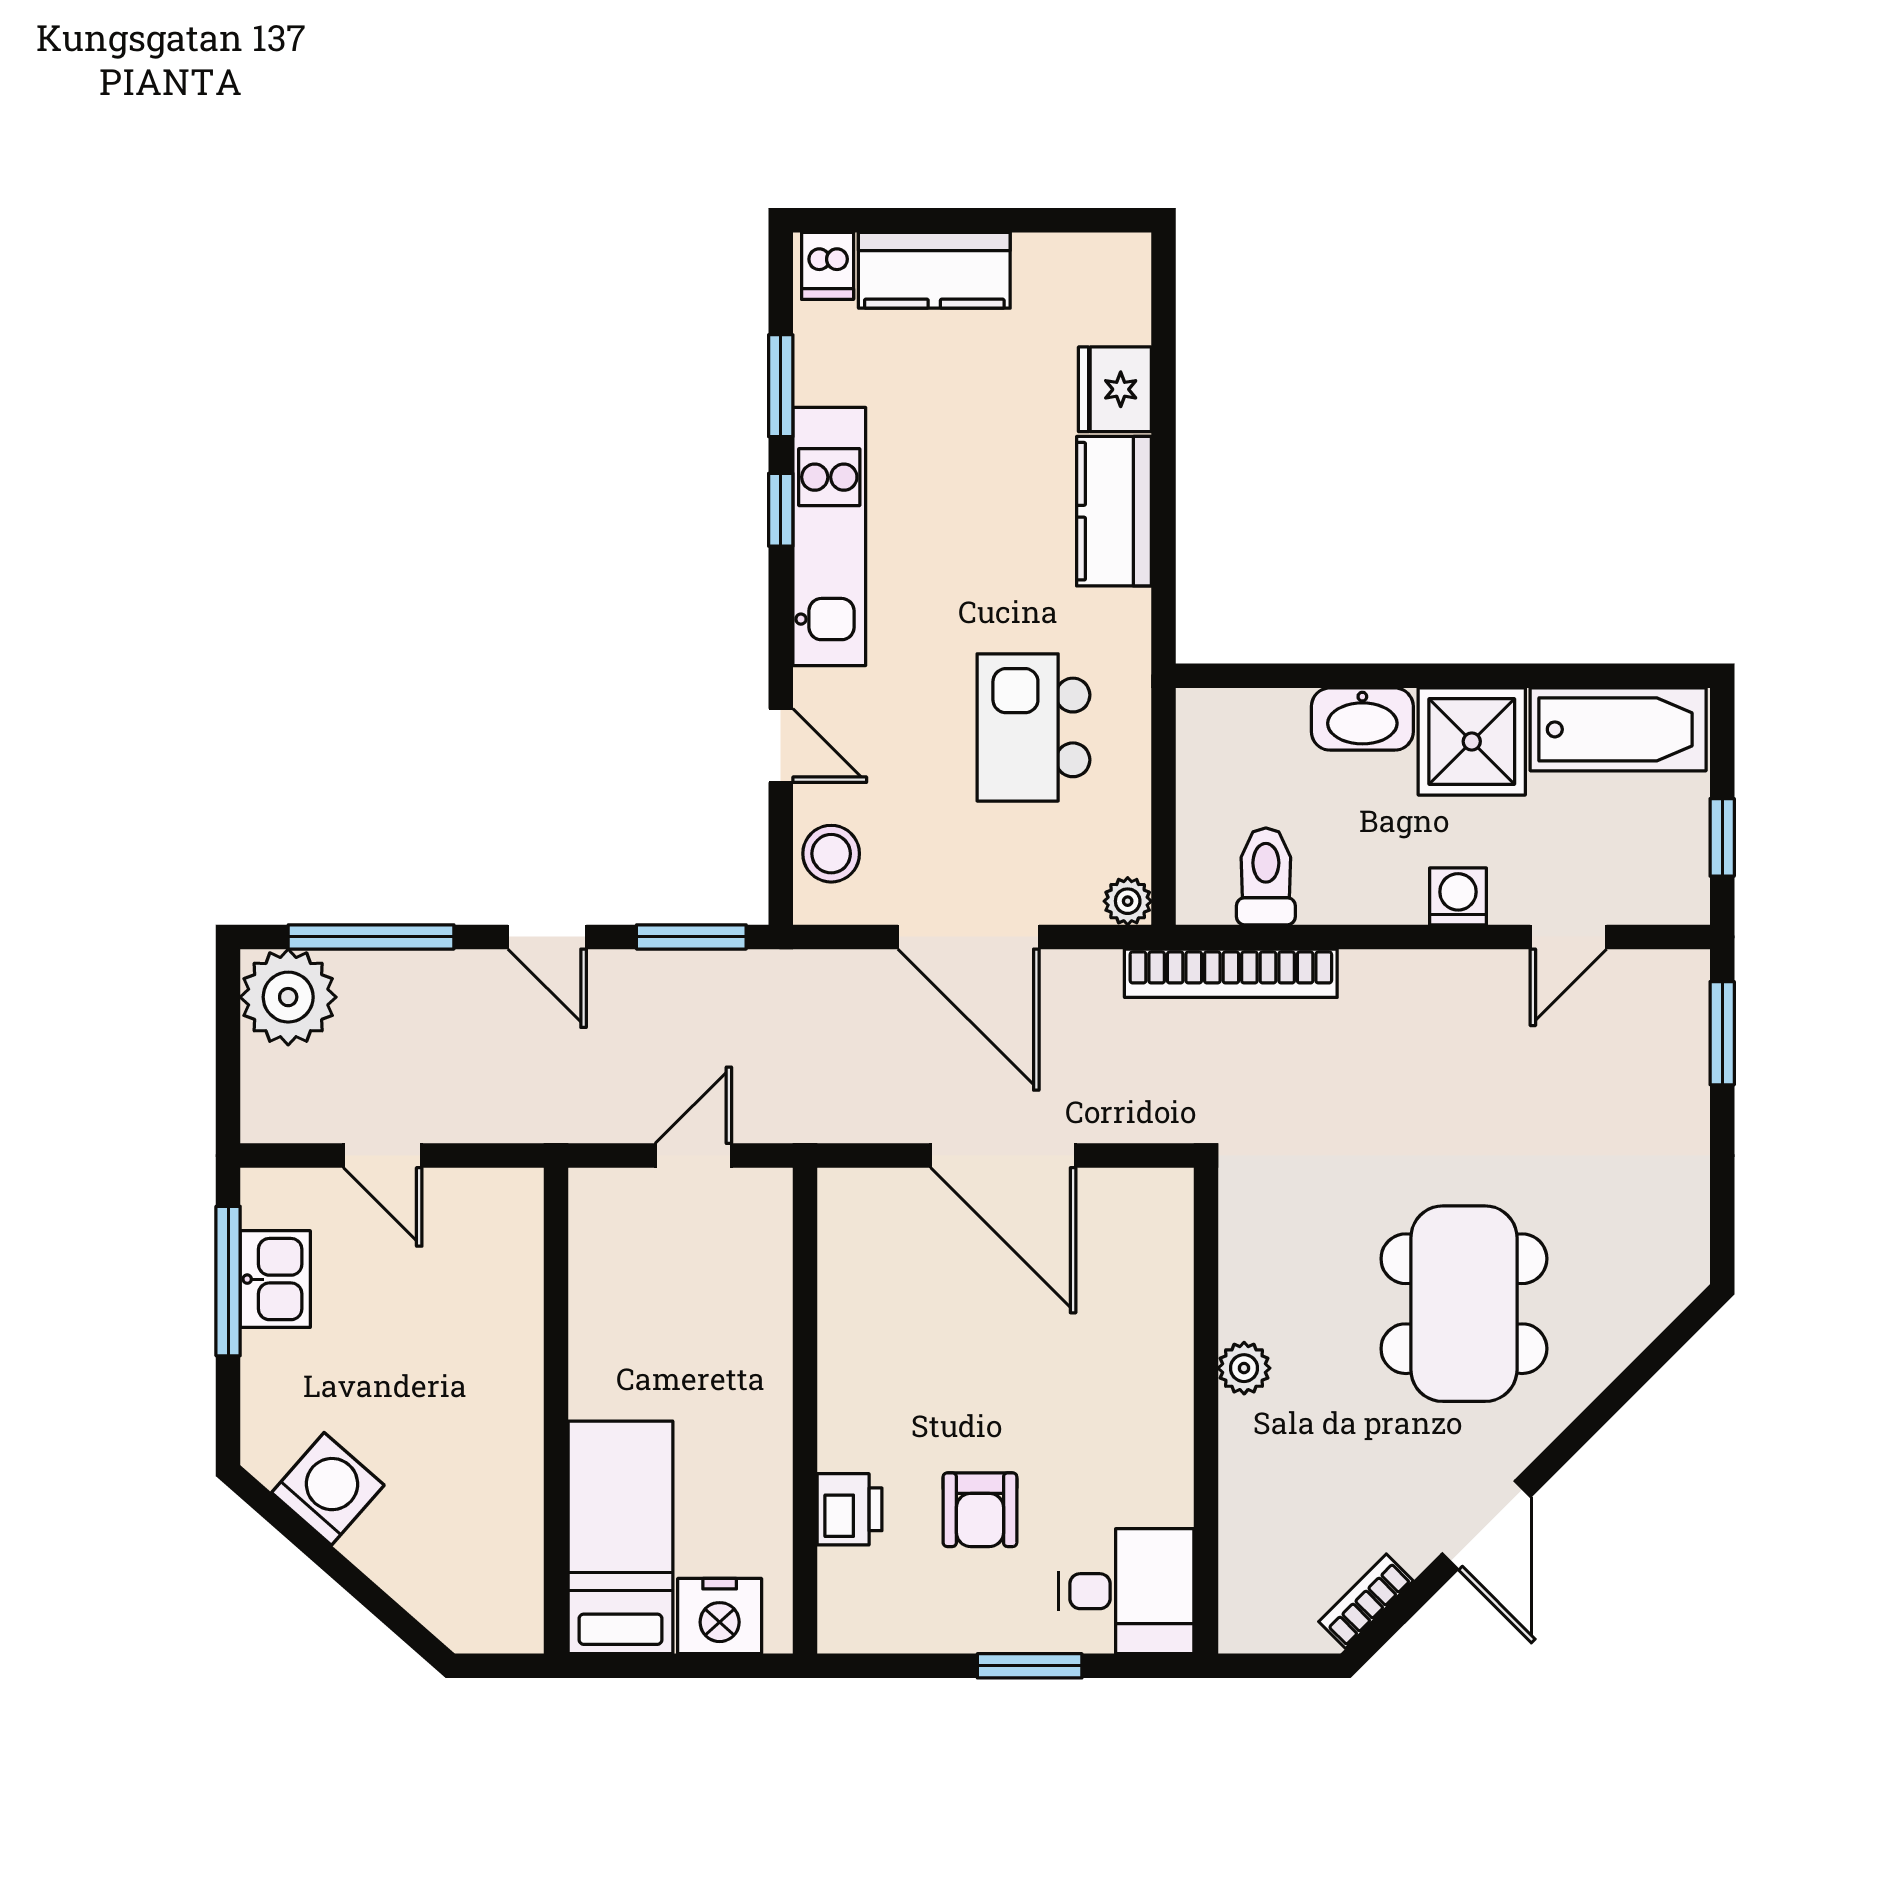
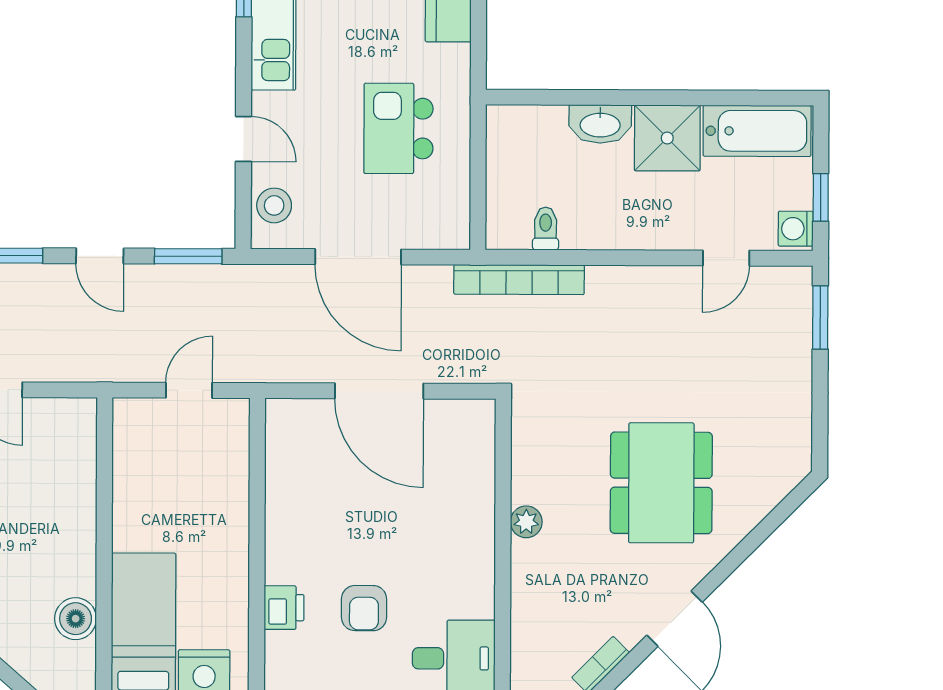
toilet: (1266, 876) -> (546, 229), width x0.73, depth x0.72
washing machine: (1458, 896) -> (796, 229), moved, turned -90
plant: (1128, 901) -> (456, 235), removed
boiler: (510, 1528) -> (76, 619), added

